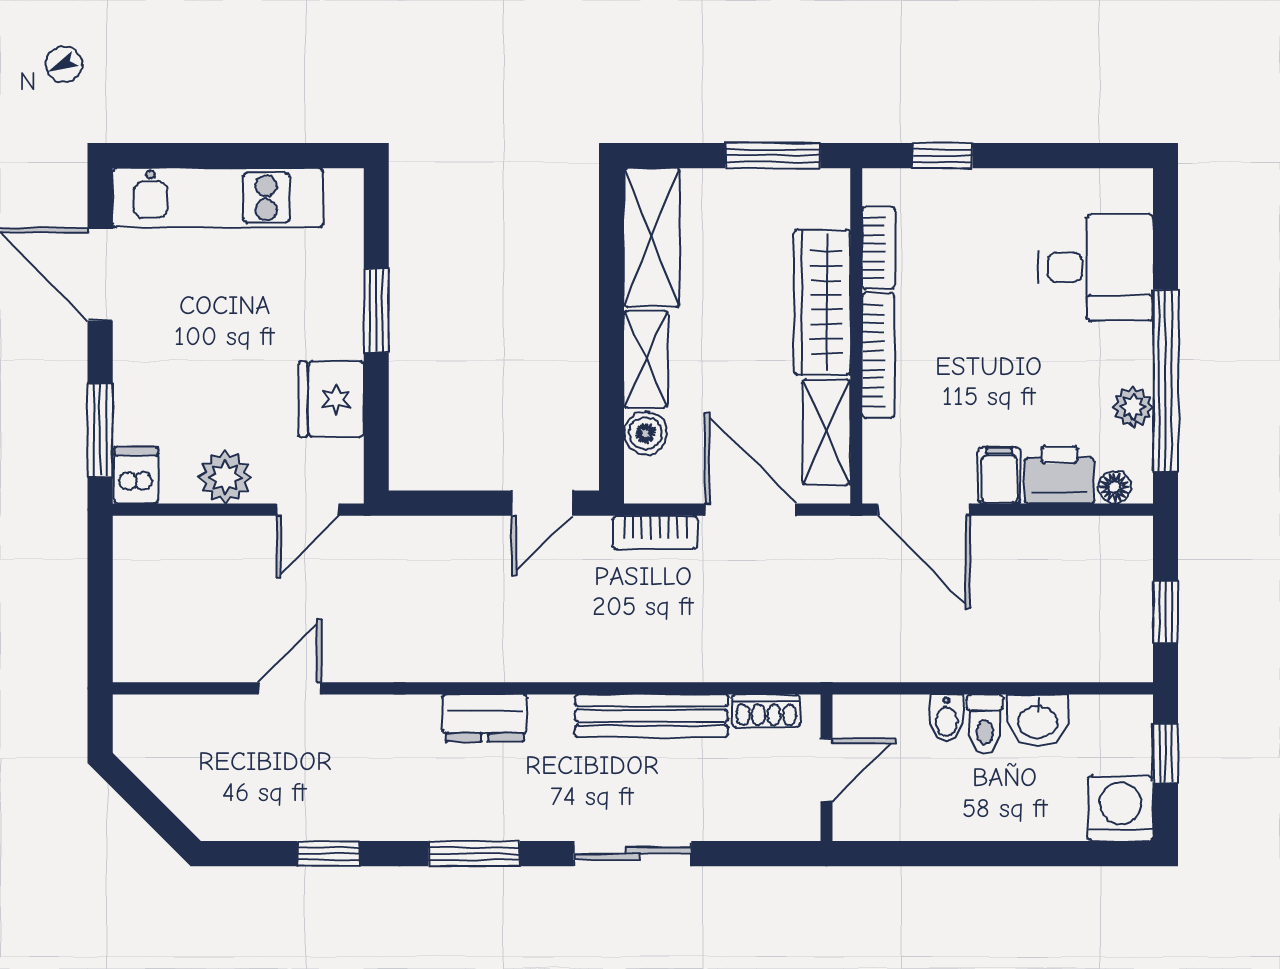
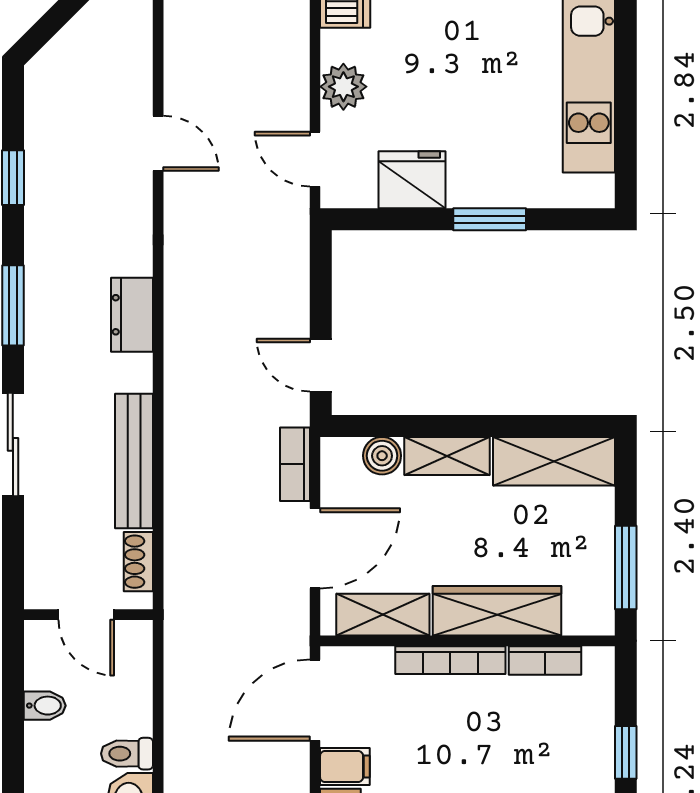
window: (942, 156) -> (626, 752), moved
bidet: (946, 718) -> (45, 706), moved, turned 180

